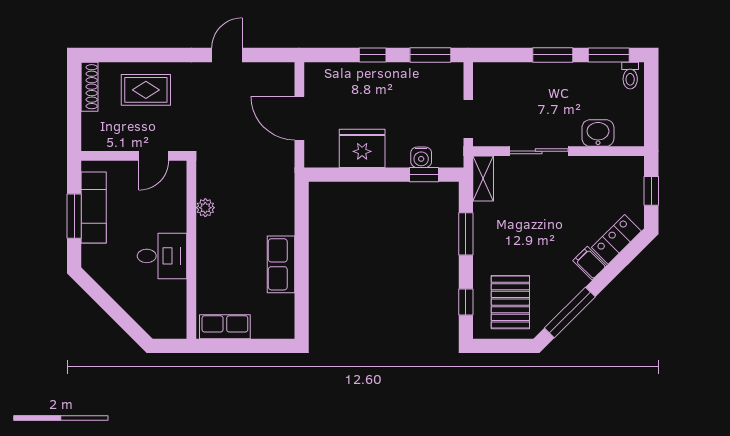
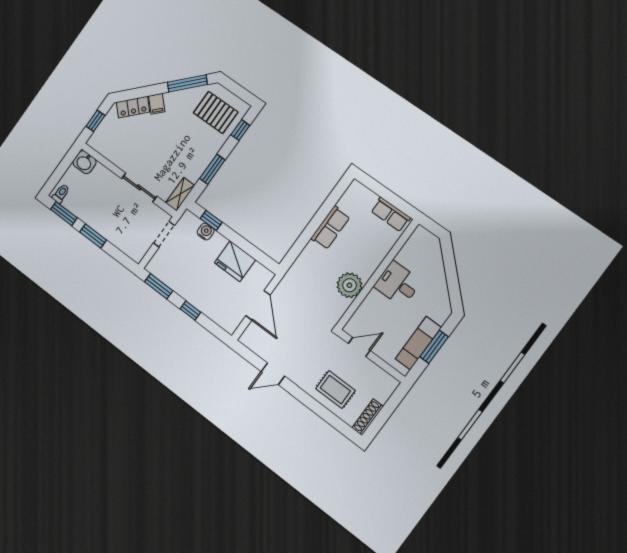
washbasin: (598, 133) -> (84, 162), moved
plant: (205, 208) -> (349, 285), width x1.88, depth x1.88
pallet: (510, 302) -> (216, 112), turned 90

